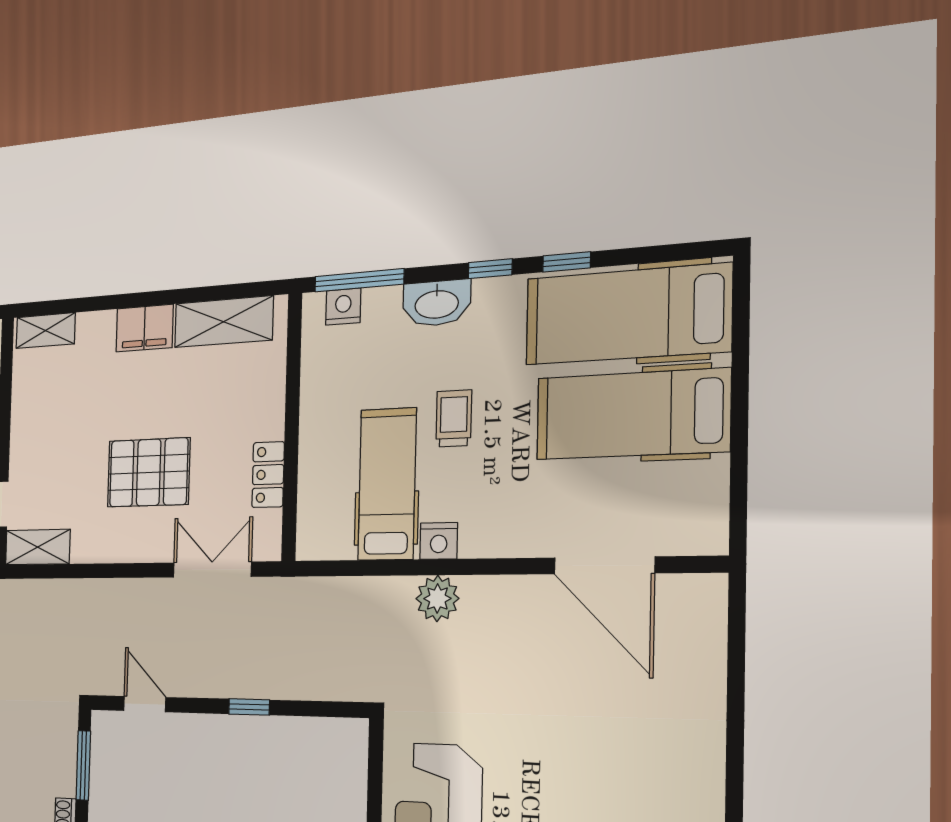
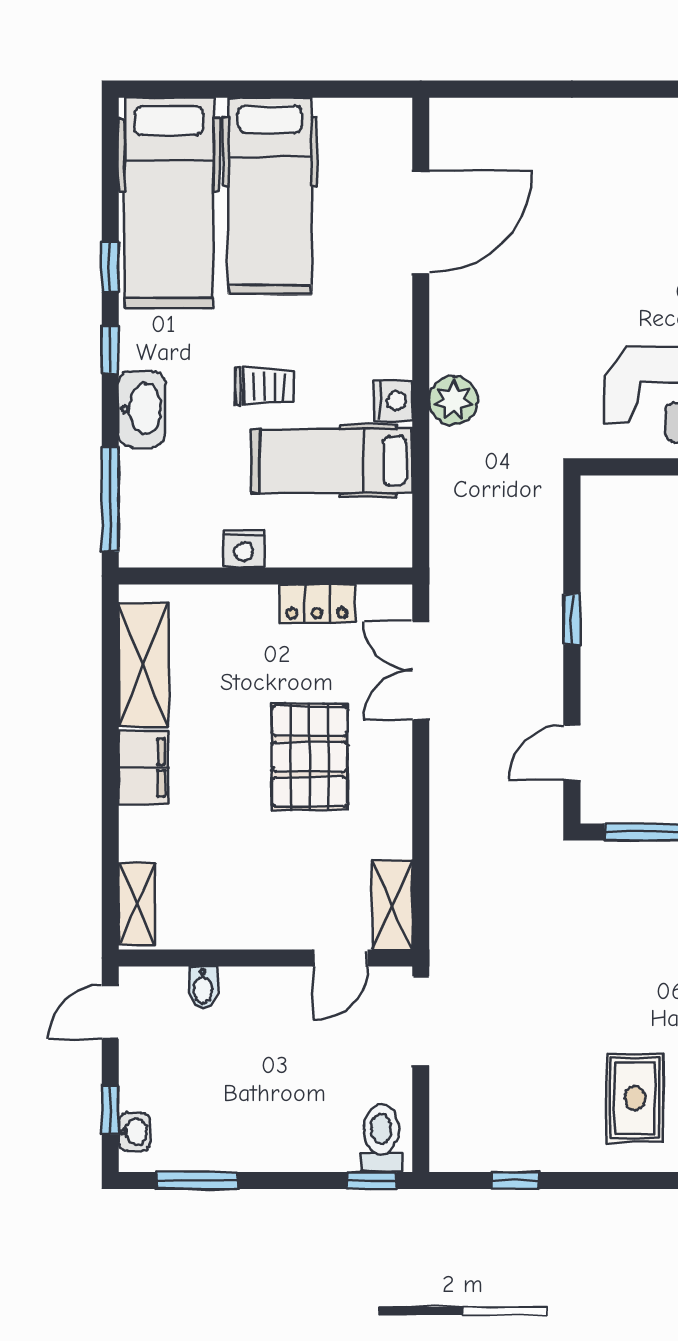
nightstand: (343, 307) -> (244, 549), moved, turned -90
trolley: (454, 418) -> (265, 387), turned 180

